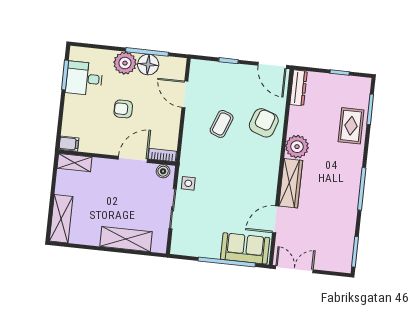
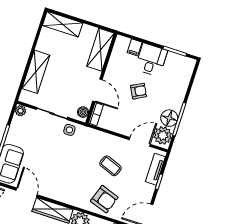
plant: (125, 63) -> (163, 135), moved
tv unit: (214, 68) -> (155, 169), added
desk: (84, 78) -> (151, 60), moved
armchair: (123, 109) -> (139, 91), turned 62
filing cabinet: (69, 144) -> (135, 47), moved
shelving: (74, 163) -> (100, 50), width x1.50, depth x1.33
plant: (177, 248) -> (20, 111), added

